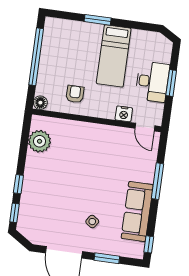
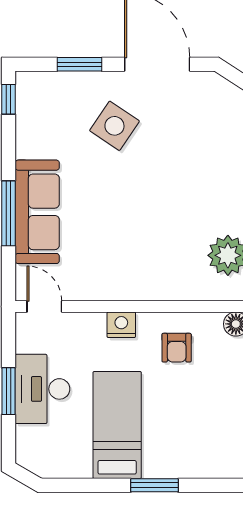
nightstand: (124, 114) -> (121, 325), moved
sofa: (137, 212) -> (37, 212), moved
side table: (92, 222) -> (114, 126), width x1.87, depth x1.87

